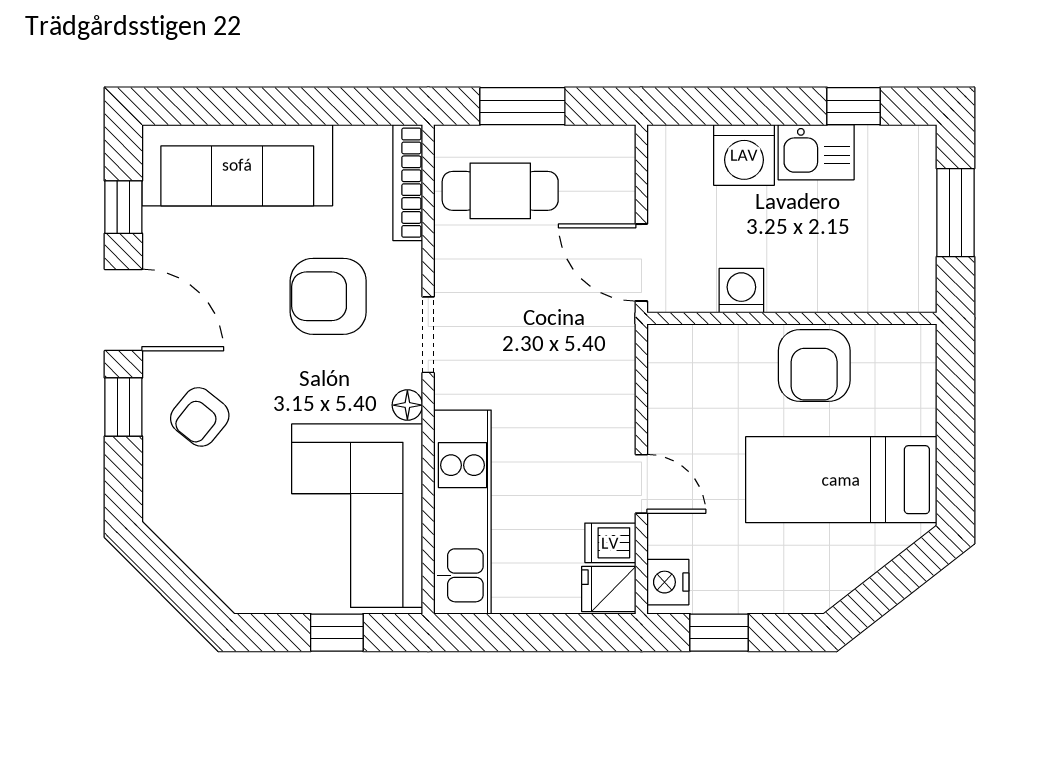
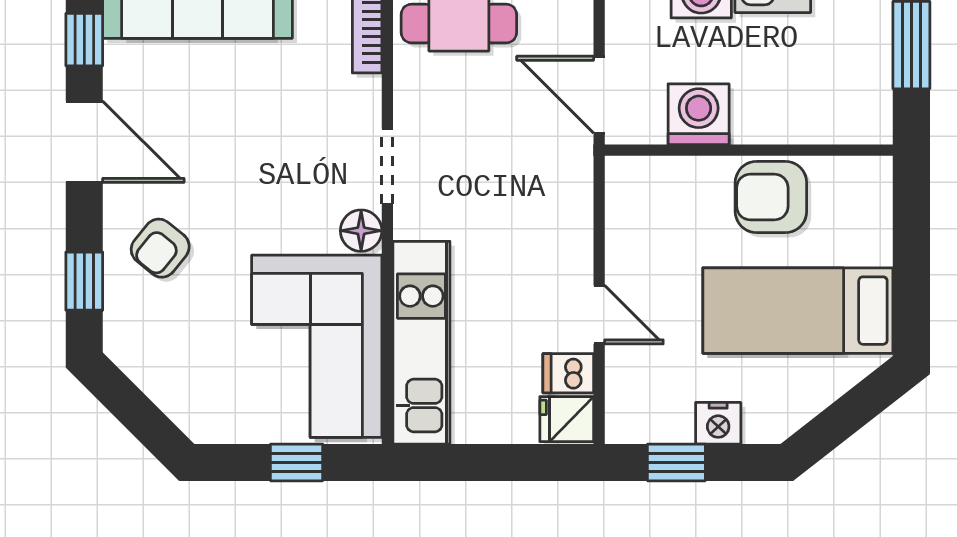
washing machine: (741, 291) -> (699, 114), width x1.38, depth x1.38
armchair: (328, 296) -> (288, 128), removed
armchair: (814, 366) -> (771, 197), turned 90
floor lamp: (407, 405) -> (361, 231), width x1.37, depth x1.37
window: (123, 407) -> (84, 281), moved
nightstand: (668, 582) -> (718, 423), moved, turned -90

